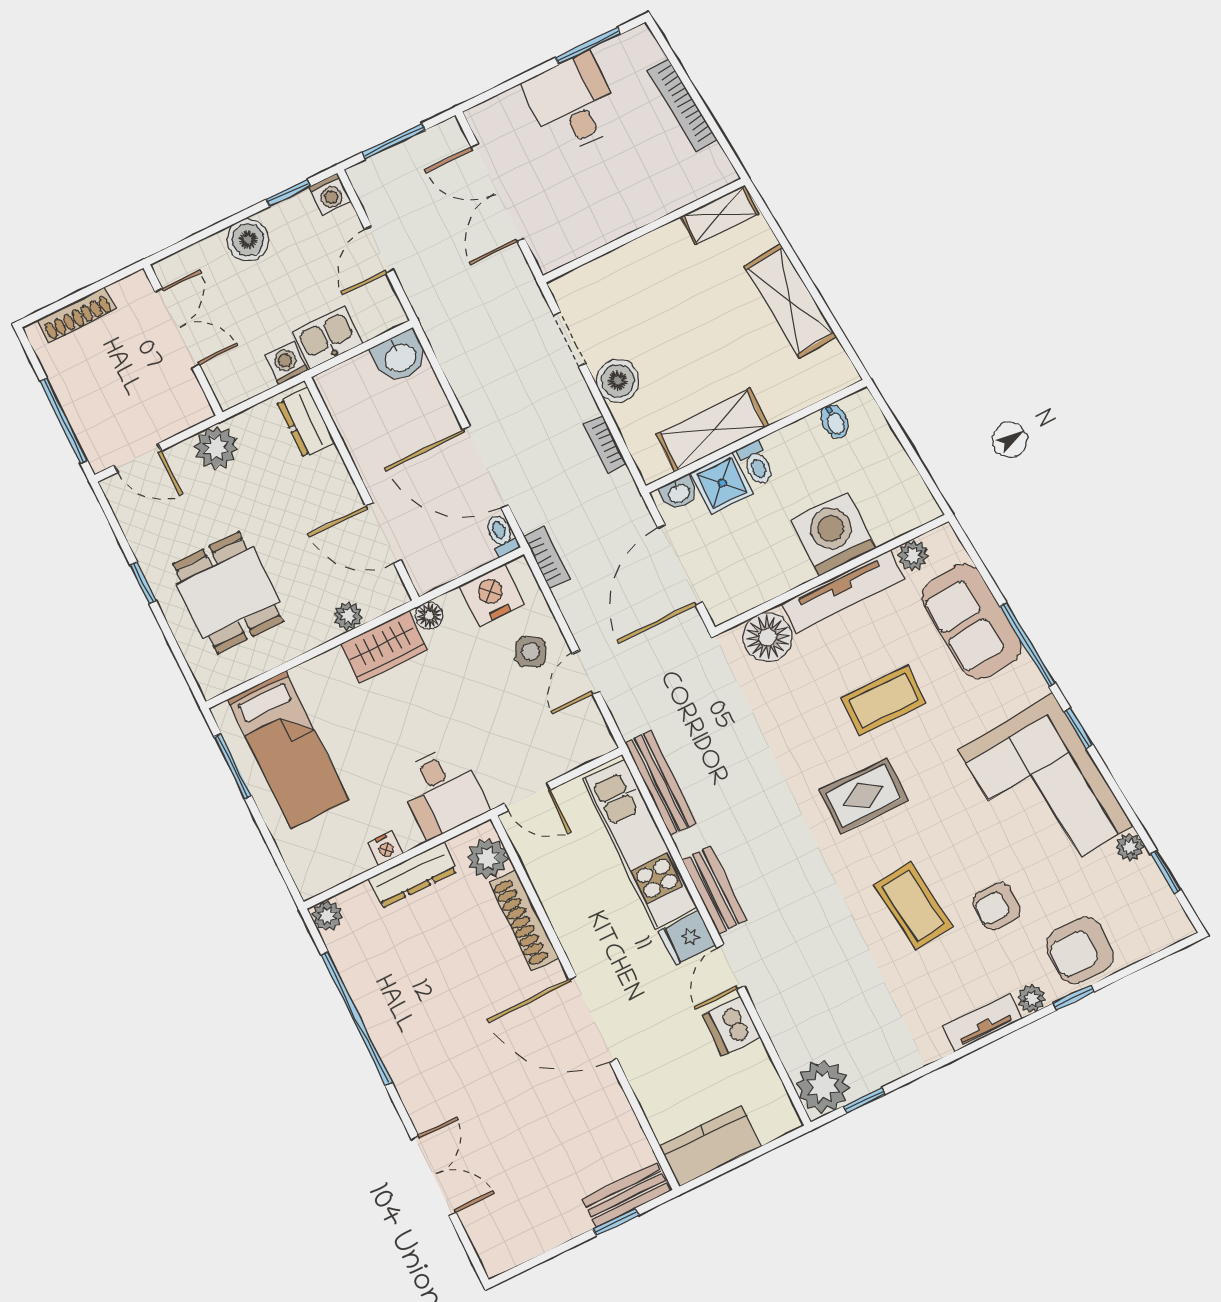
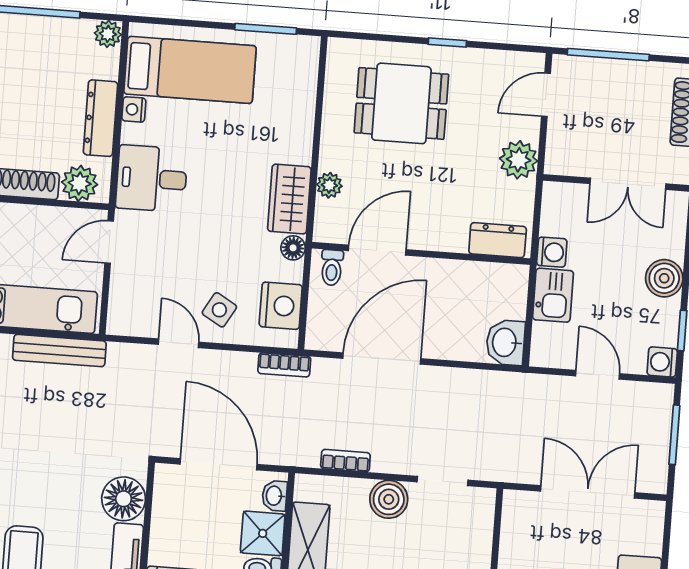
toilet: (501, 535) -> (332, 268), moved, turned 90
bed: (288, 750) -> (190, 70), moved, turned 180

